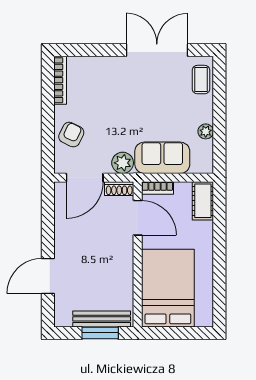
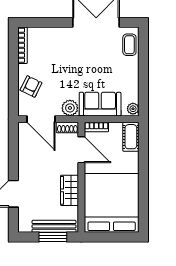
plant: (206, 131) -> (133, 109), moved
door: (85, 178) -> (41, 119), hinge flipped
wardrobe: (122, 271) -> (69, 190), added
bed: (168, 288) -> (112, 203), width x1.36

